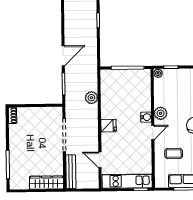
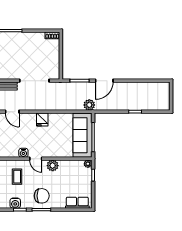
door: (63, 56) -> (104, 81), hinge flipped
sofa: (126, 80) -> (82, 135), added
plant: (91, 98) -> (89, 105), moved
water cooler: (146, 117) -> (23, 153), moved
door: (100, 160) -> (12, 112), swing flipped

